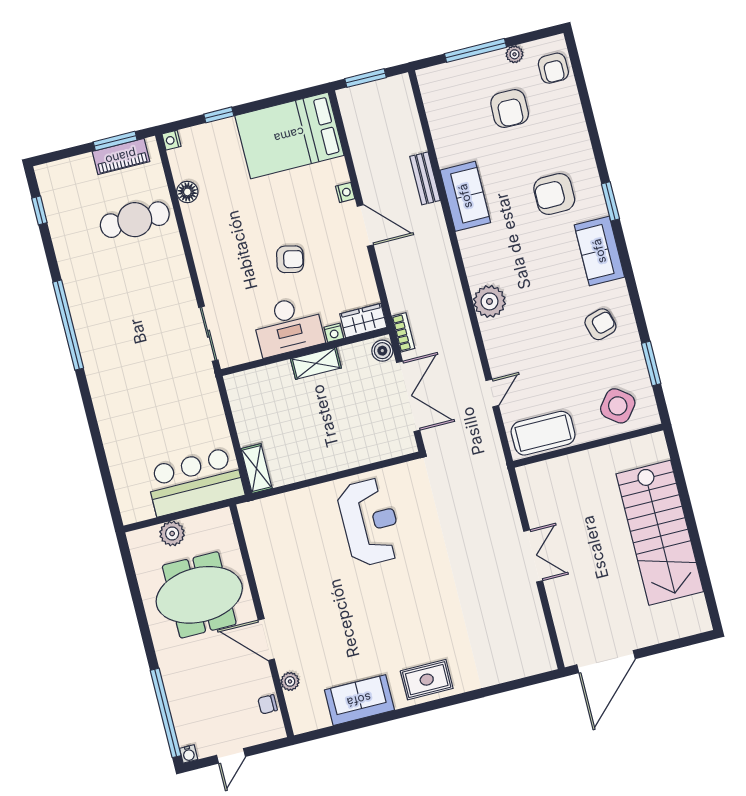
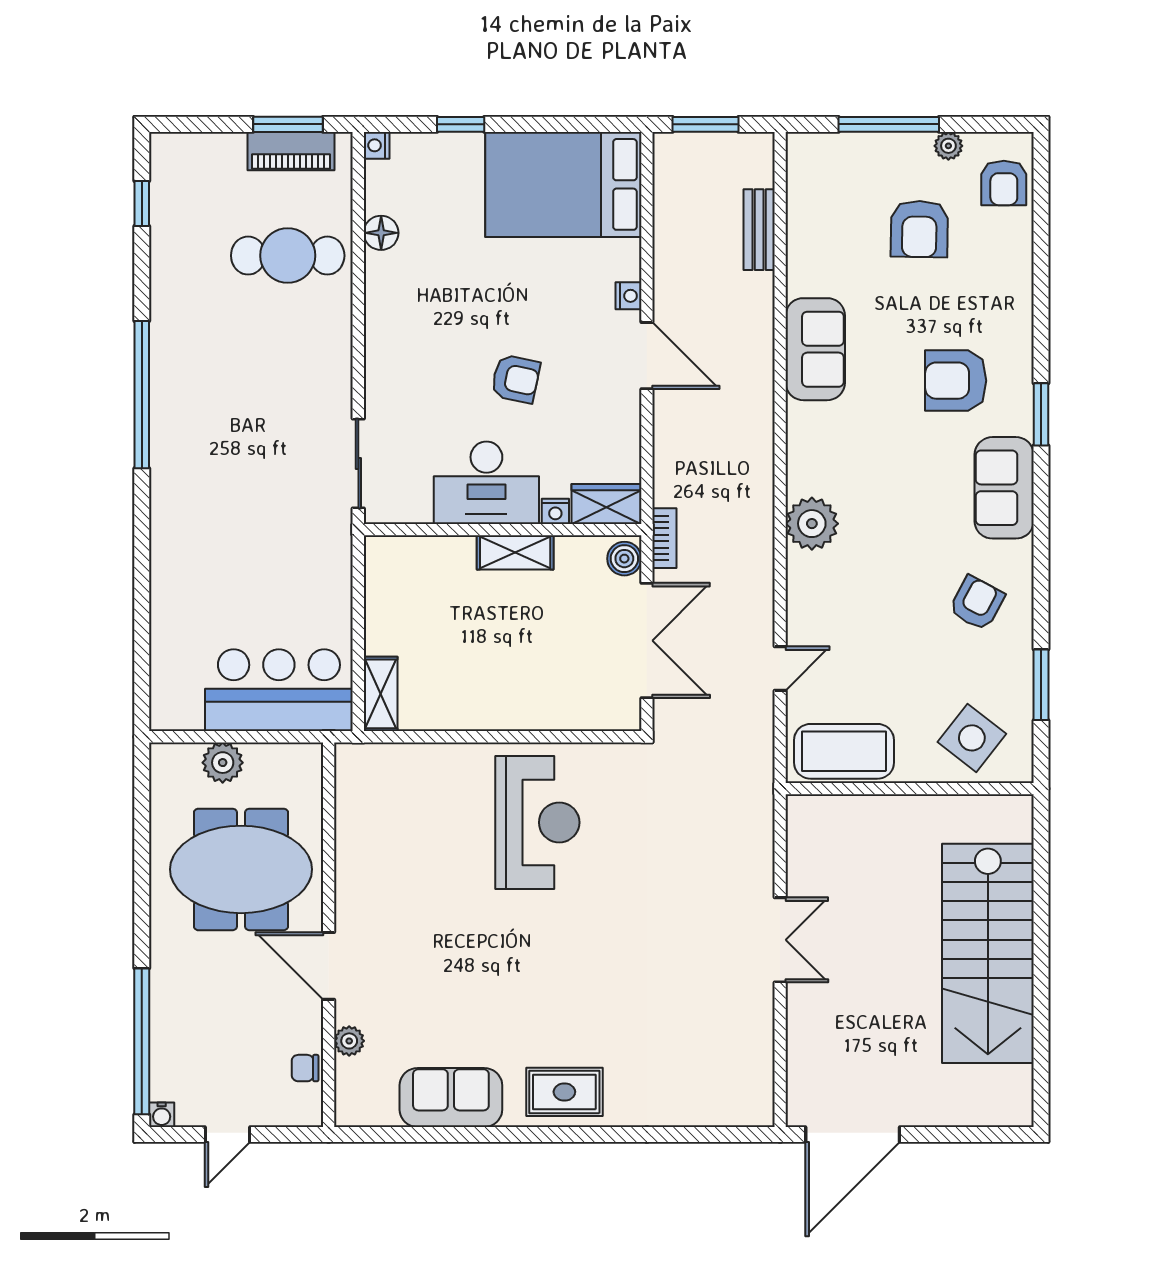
bench: (425, 178) -> (759, 230), moved
armchair: (600, 324) -> (977, 603), turned -46

